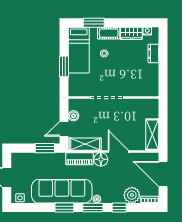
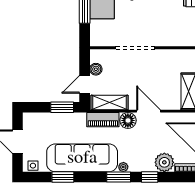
window: (64, 208) -> (63, 177), moved

